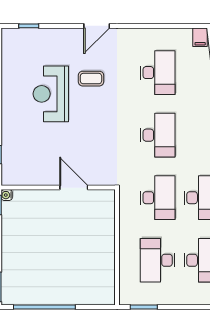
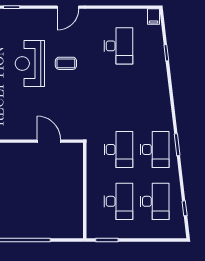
coffee table: (91, 79) -> (66, 63), moved
desk: (158, 135) -> (118, 98), removed
desk: (158, 260) -> (118, 201), turned 180

